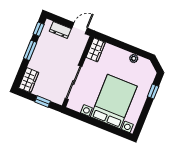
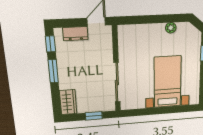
wardrobe: (96, 50) -> (125, 37), removed
bed with nightstands: (114, 101) -> (168, 82), width x0.73

